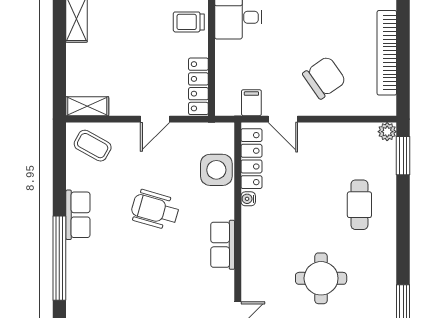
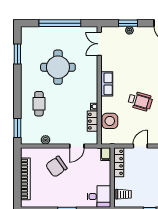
filing cabinet: (251, 103) -> (106, 154), moved
door: (283, 119) -> (77, 146), swing flipped
plant: (387, 132) -> (46, 140), moved
locker: (251, 159) -> (92, 121), width x0.66
round table: (321, 278) -> (58, 67), width x1.36, depth x1.36

